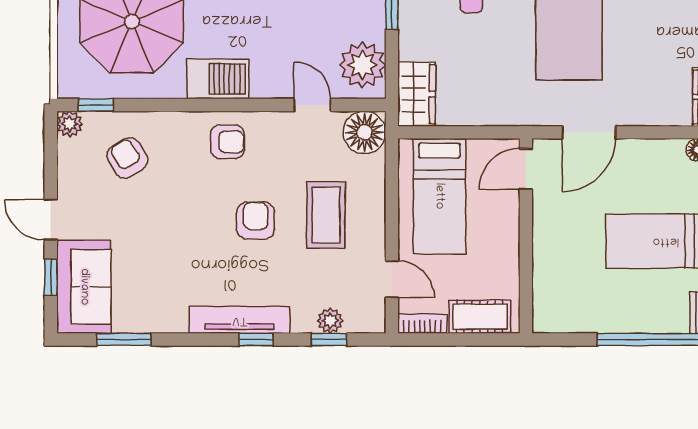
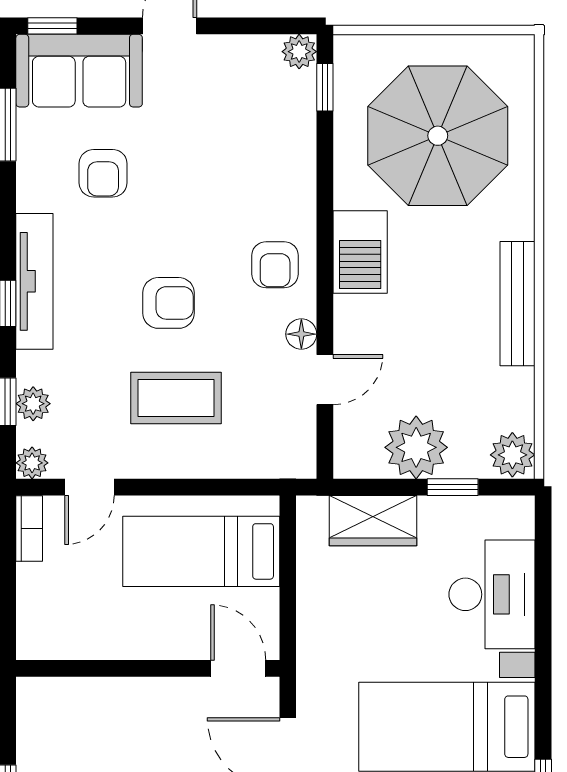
plant: (362, 65) -> (416, 447), moved
wardrobe: (417, 94) -> (373, 521), moved
floor lamp: (364, 132) -> (301, 334), moved, width x0.53, depth x0.53
armchair: (127, 158) -> (103, 173), moved, turned 122
window: (51, 277) -> (52, 26), moved
cot: (480, 317) -> (39, 606), removed
plant: (374, 322) -> (32, 463), added

